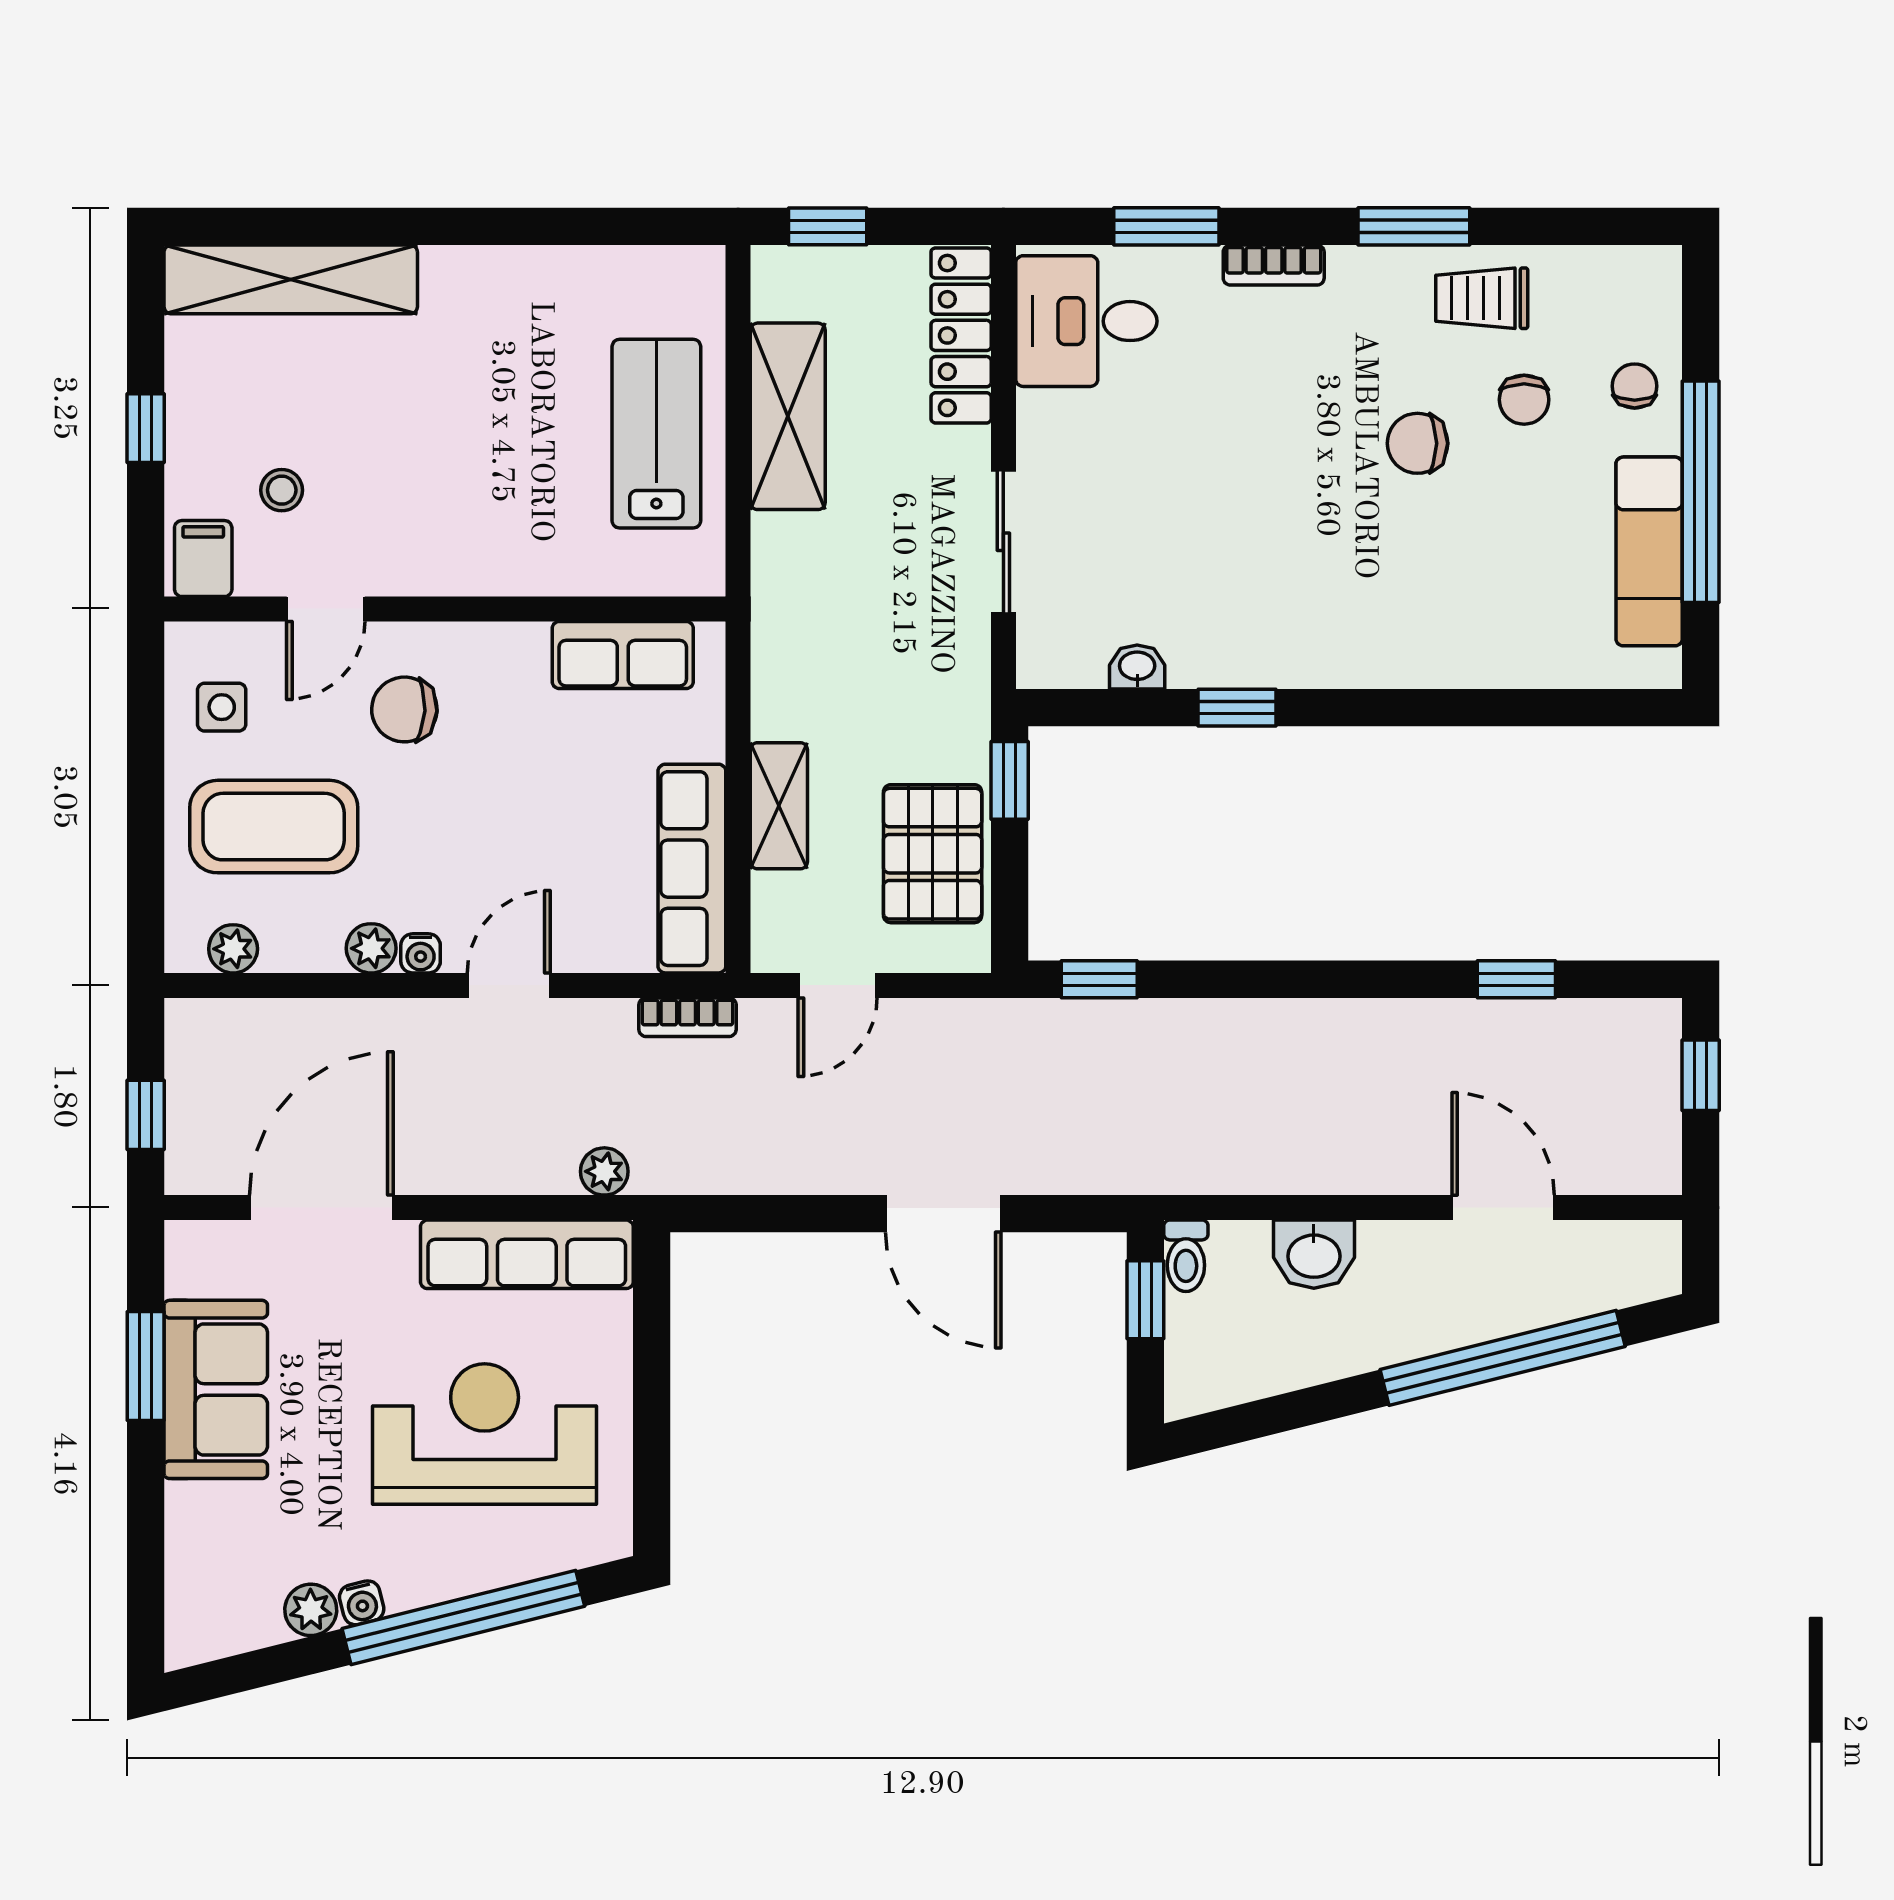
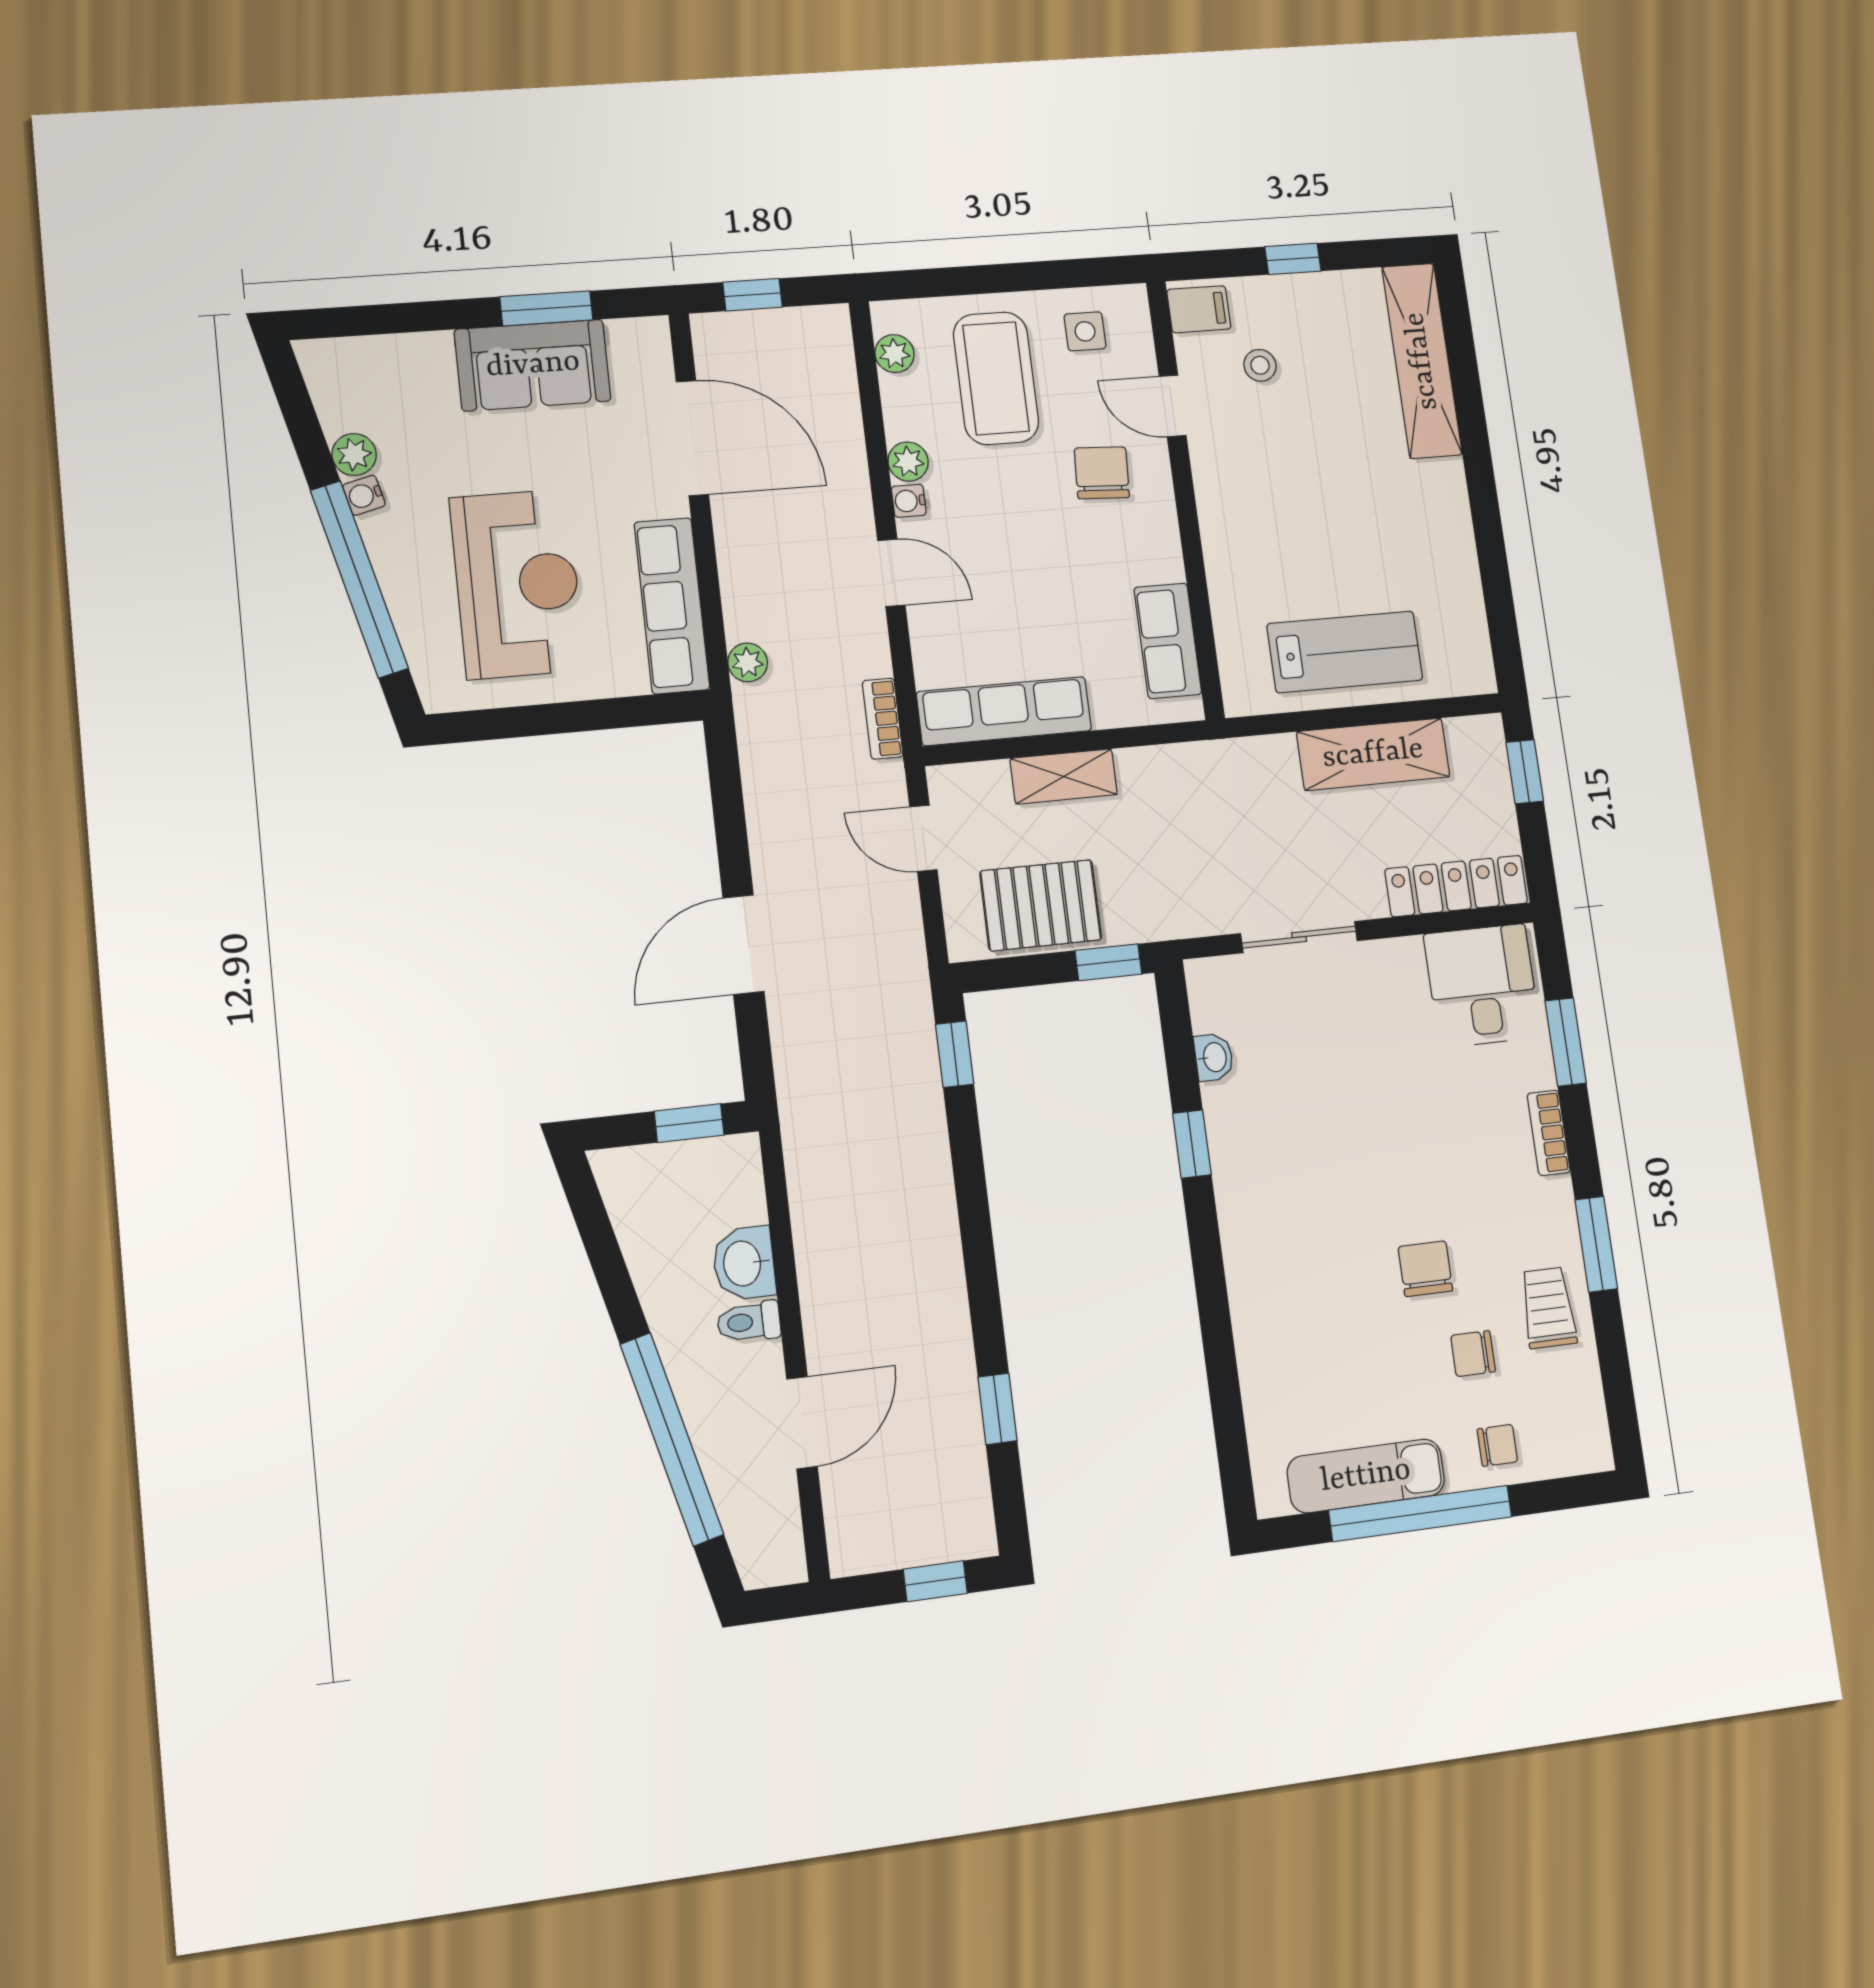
toilet: (1186, 1256) -> (749, 1322), moved

